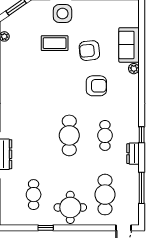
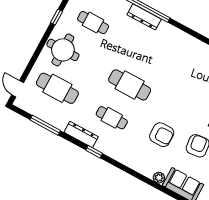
armchair: (96, 86) -> (162, 135), turned -90
dresser: (133, 154) -> (81, 134), width x1.44

